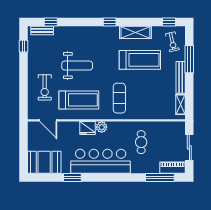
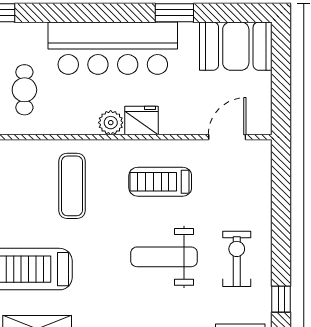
exercise bike: (45, 87) -> (237, 259), moved
treadmill: (79, 100) -> (160, 182), width x0.73, depth x0.73
door: (48, 120) -> (227, 137), hinge flipped

